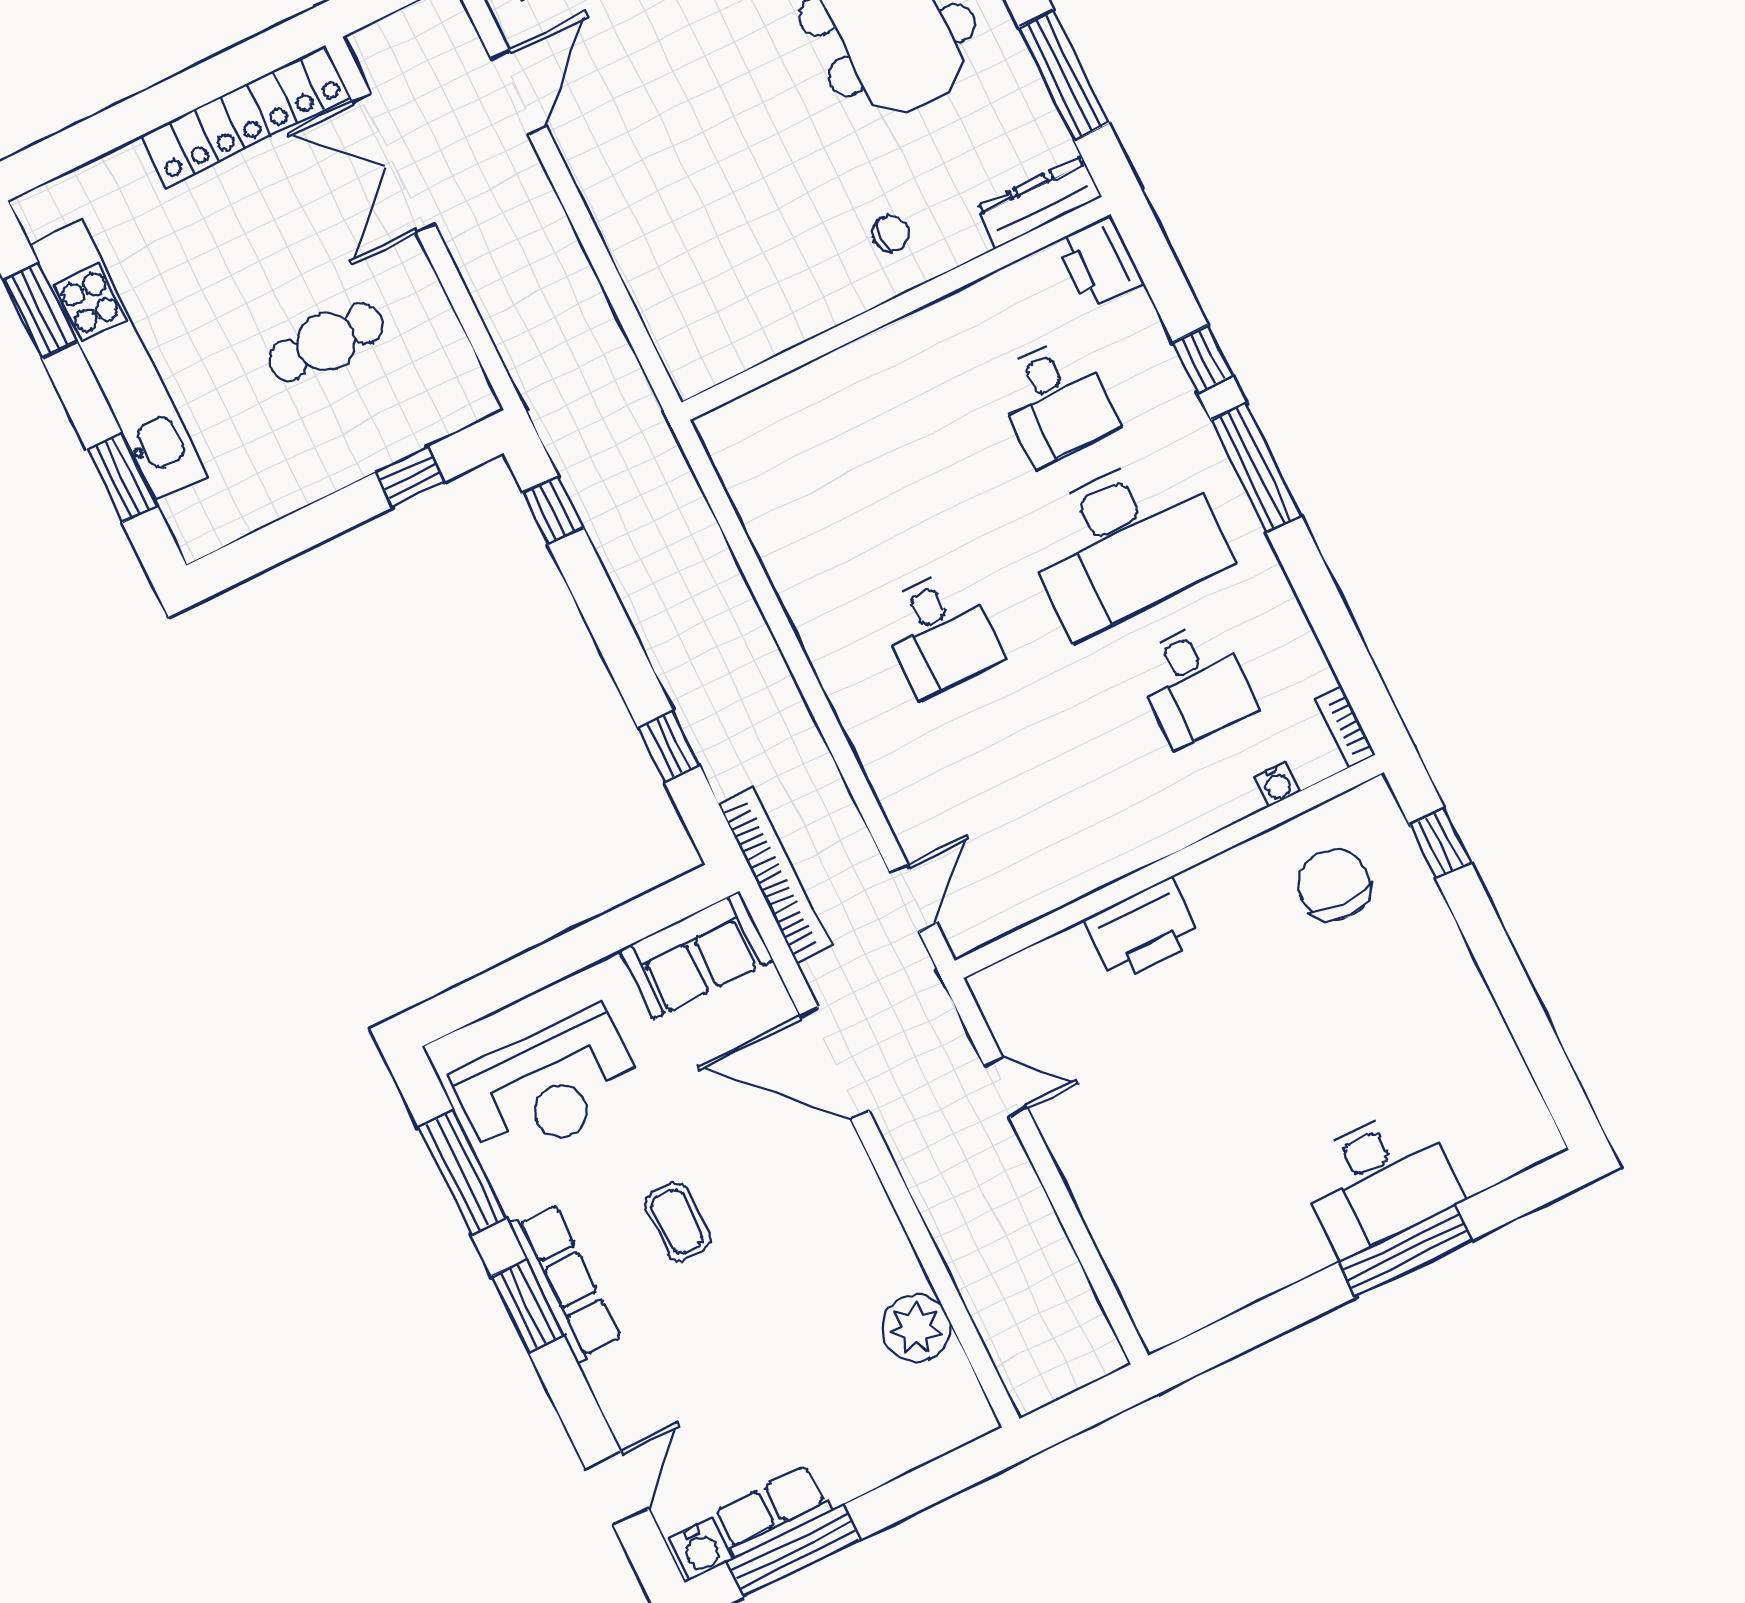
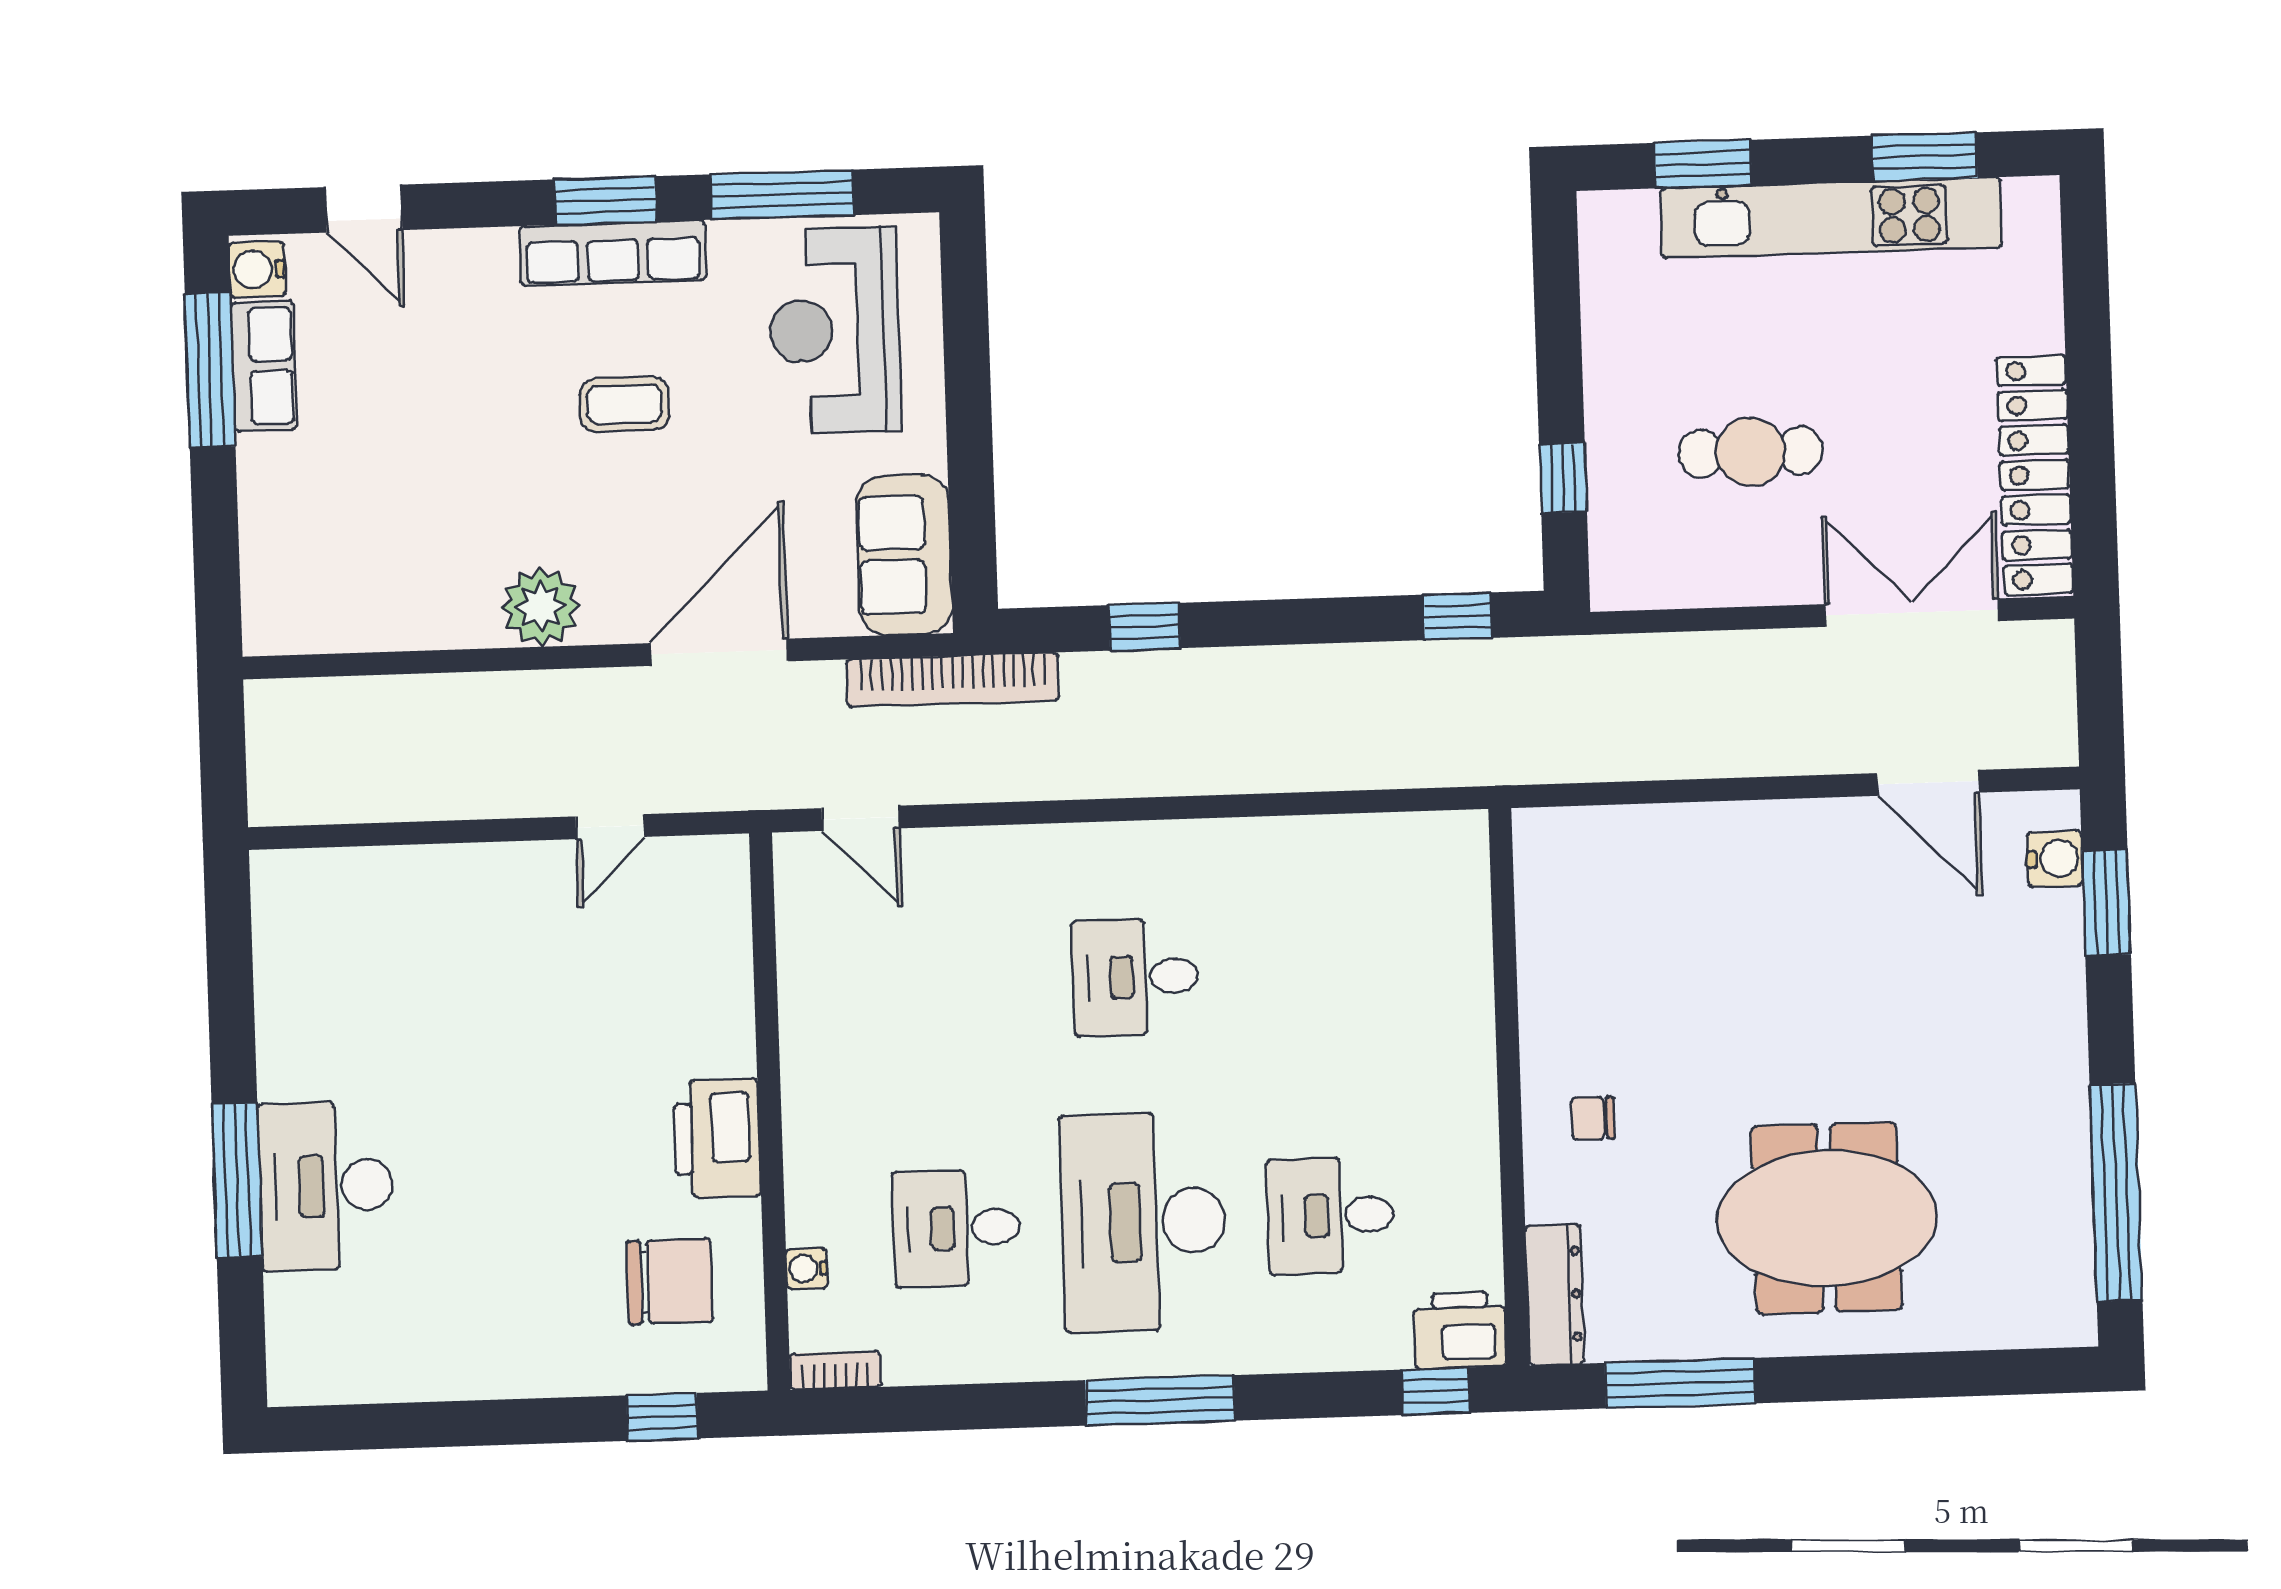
chair: (891, 233) -> (1593, 1118), turned 90
cafe table: (326, 342) -> (1751, 452), turned 90
window: (1203, 359) -> (1436, 1391), moved
printer: (1143, 930) -> (717, 1138), moved
plant: (916, 1328) -> (541, 607), moved

